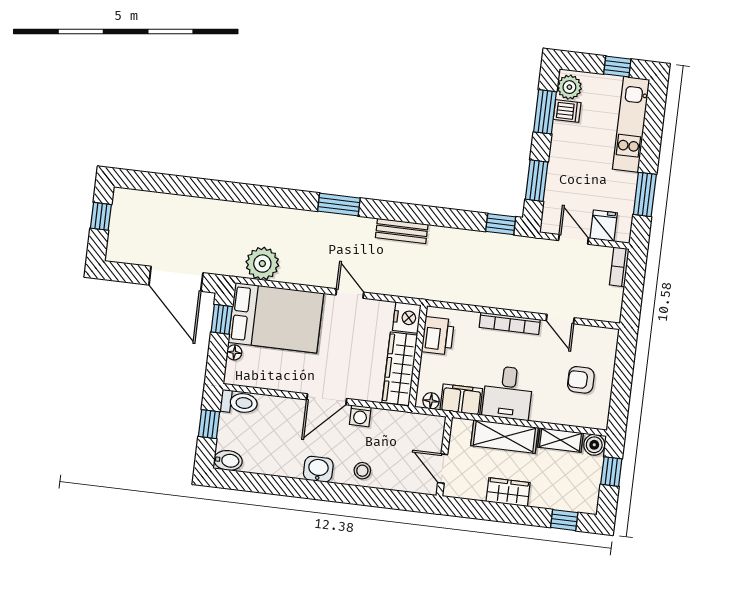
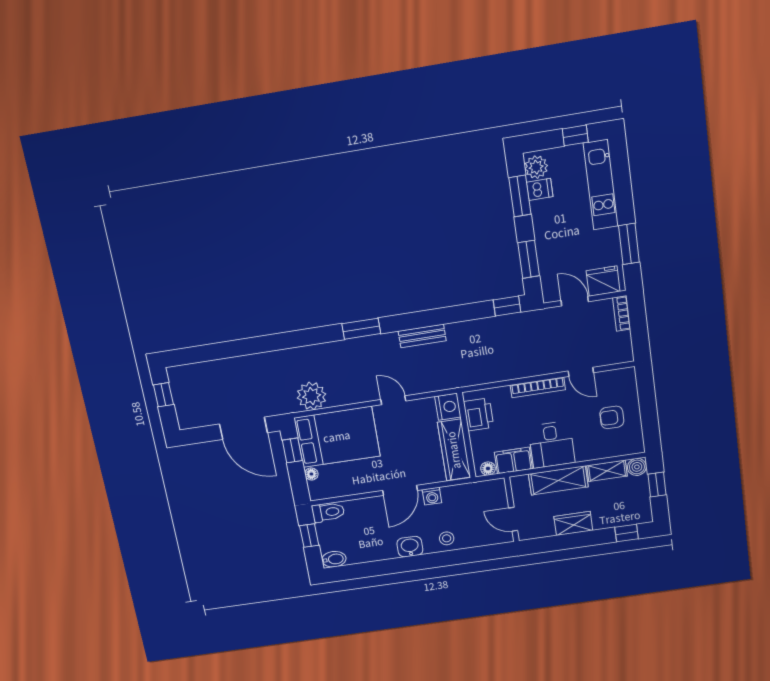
fridge: (604, 226) -> (603, 281), width x1.38

